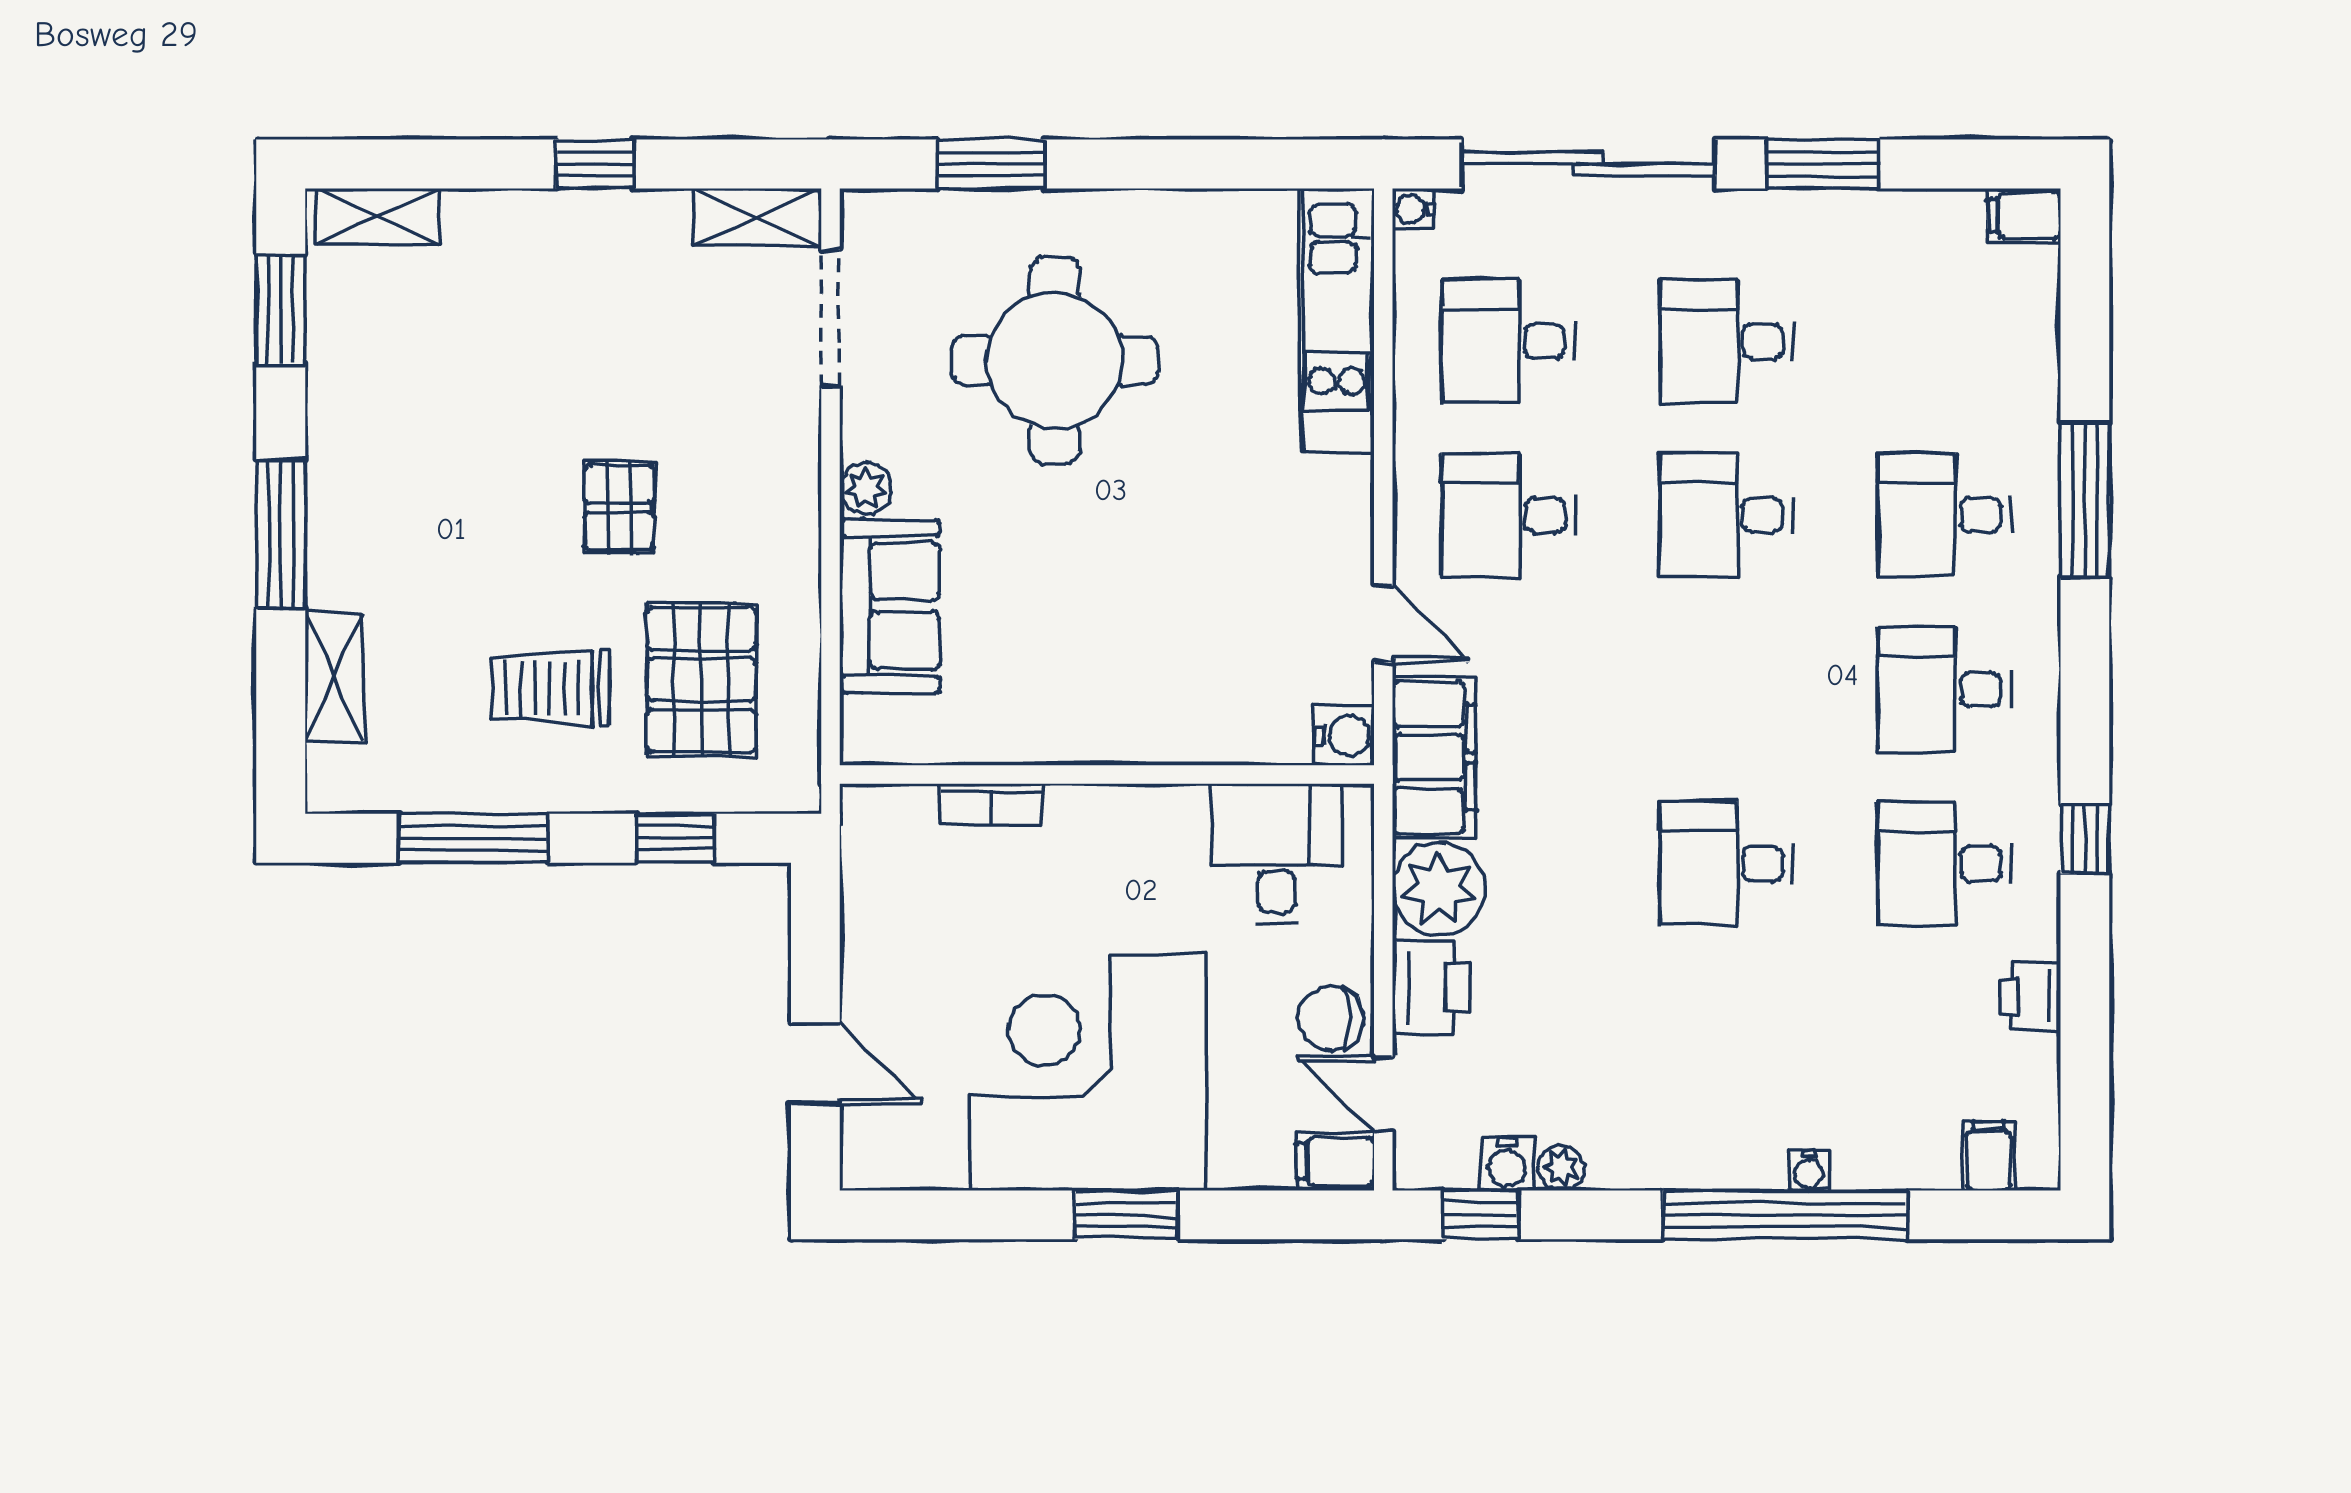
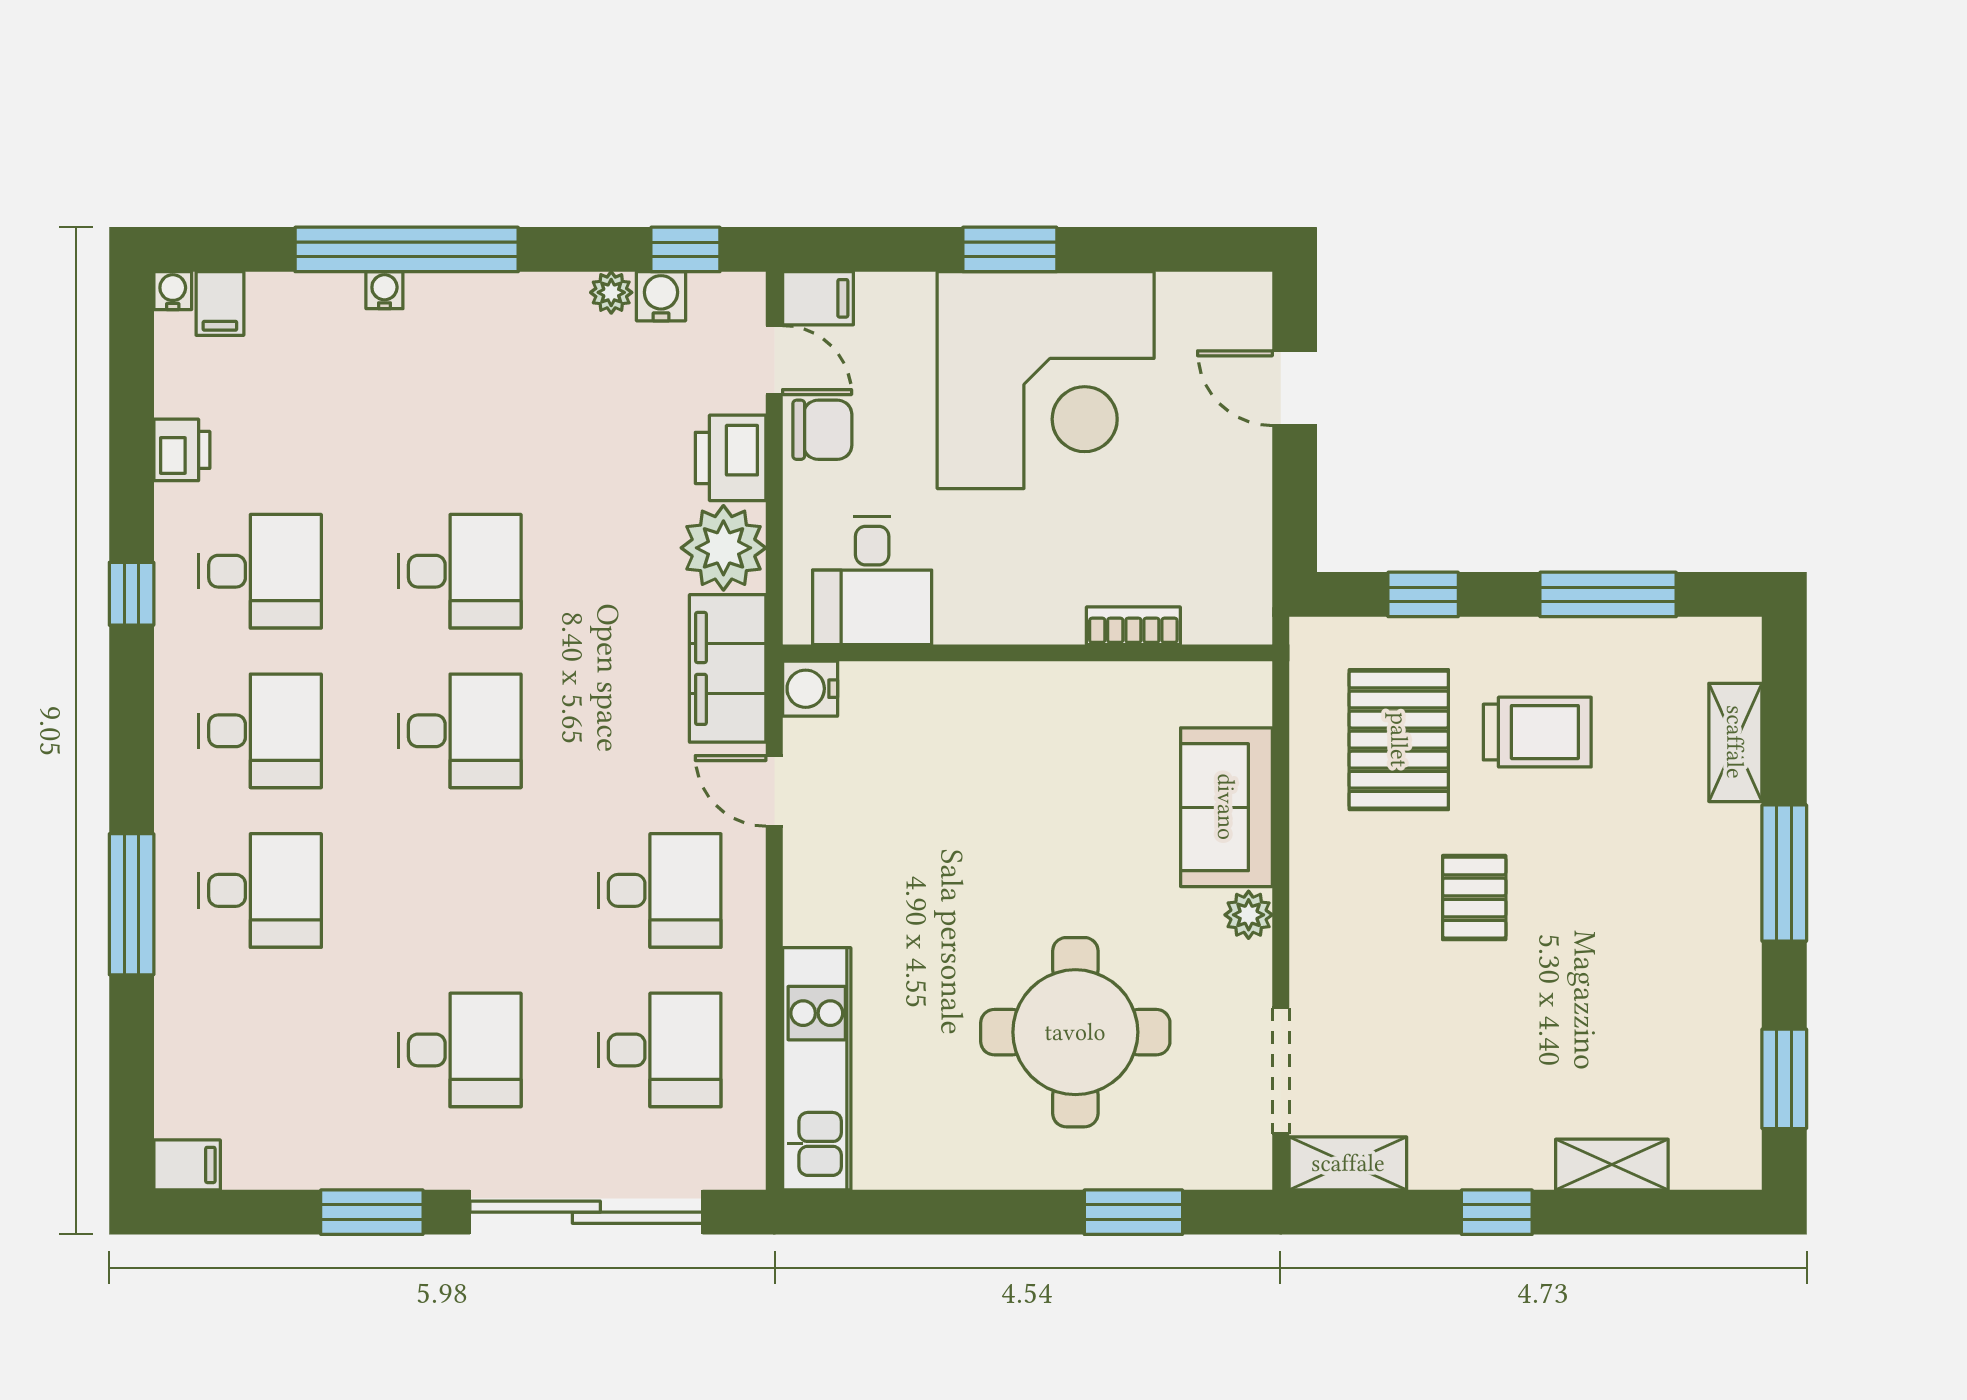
water cooler: (1413, 209) -> (173, 291), moved, turned -90
shelving: (378, 216) -> (1612, 1165), moved
desk: (1727, 515) -> (460, 731), moved

